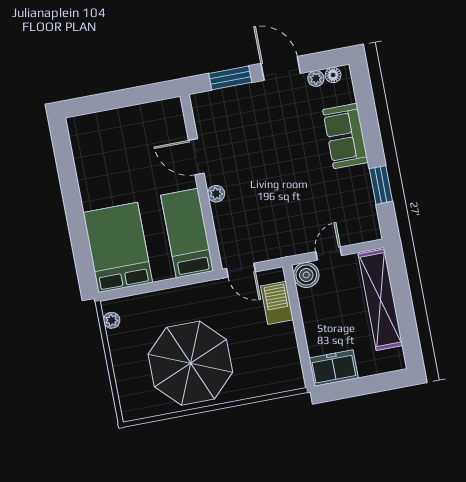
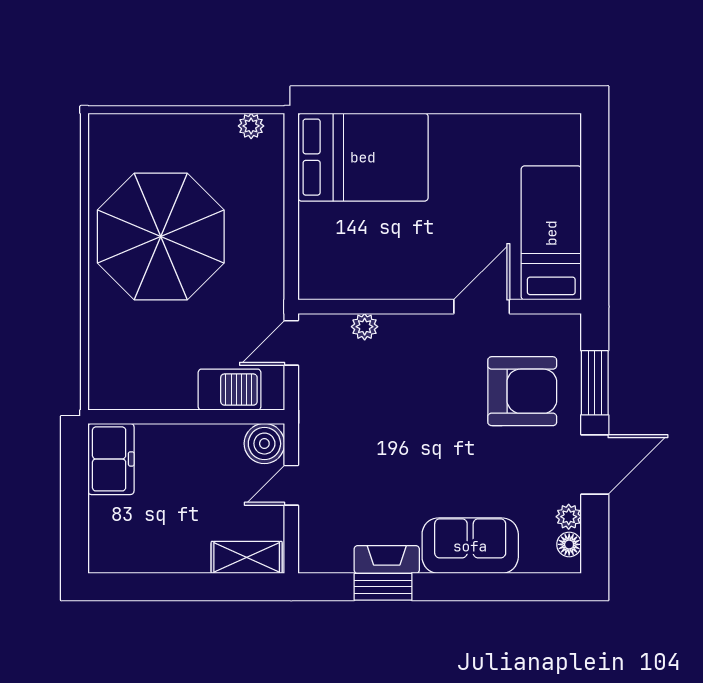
armchair: (244, 122) -> (522, 391), added
fireplace: (364, 186) -> (387, 560), added
plant: (216, 194) -> (365, 327), moved
bed: (187, 233) -> (551, 233), moved, turned -90
door: (329, 254) -> (291, 485), swing flipped
shelving: (380, 300) -> (247, 557), width x0.45, depth x0.75

